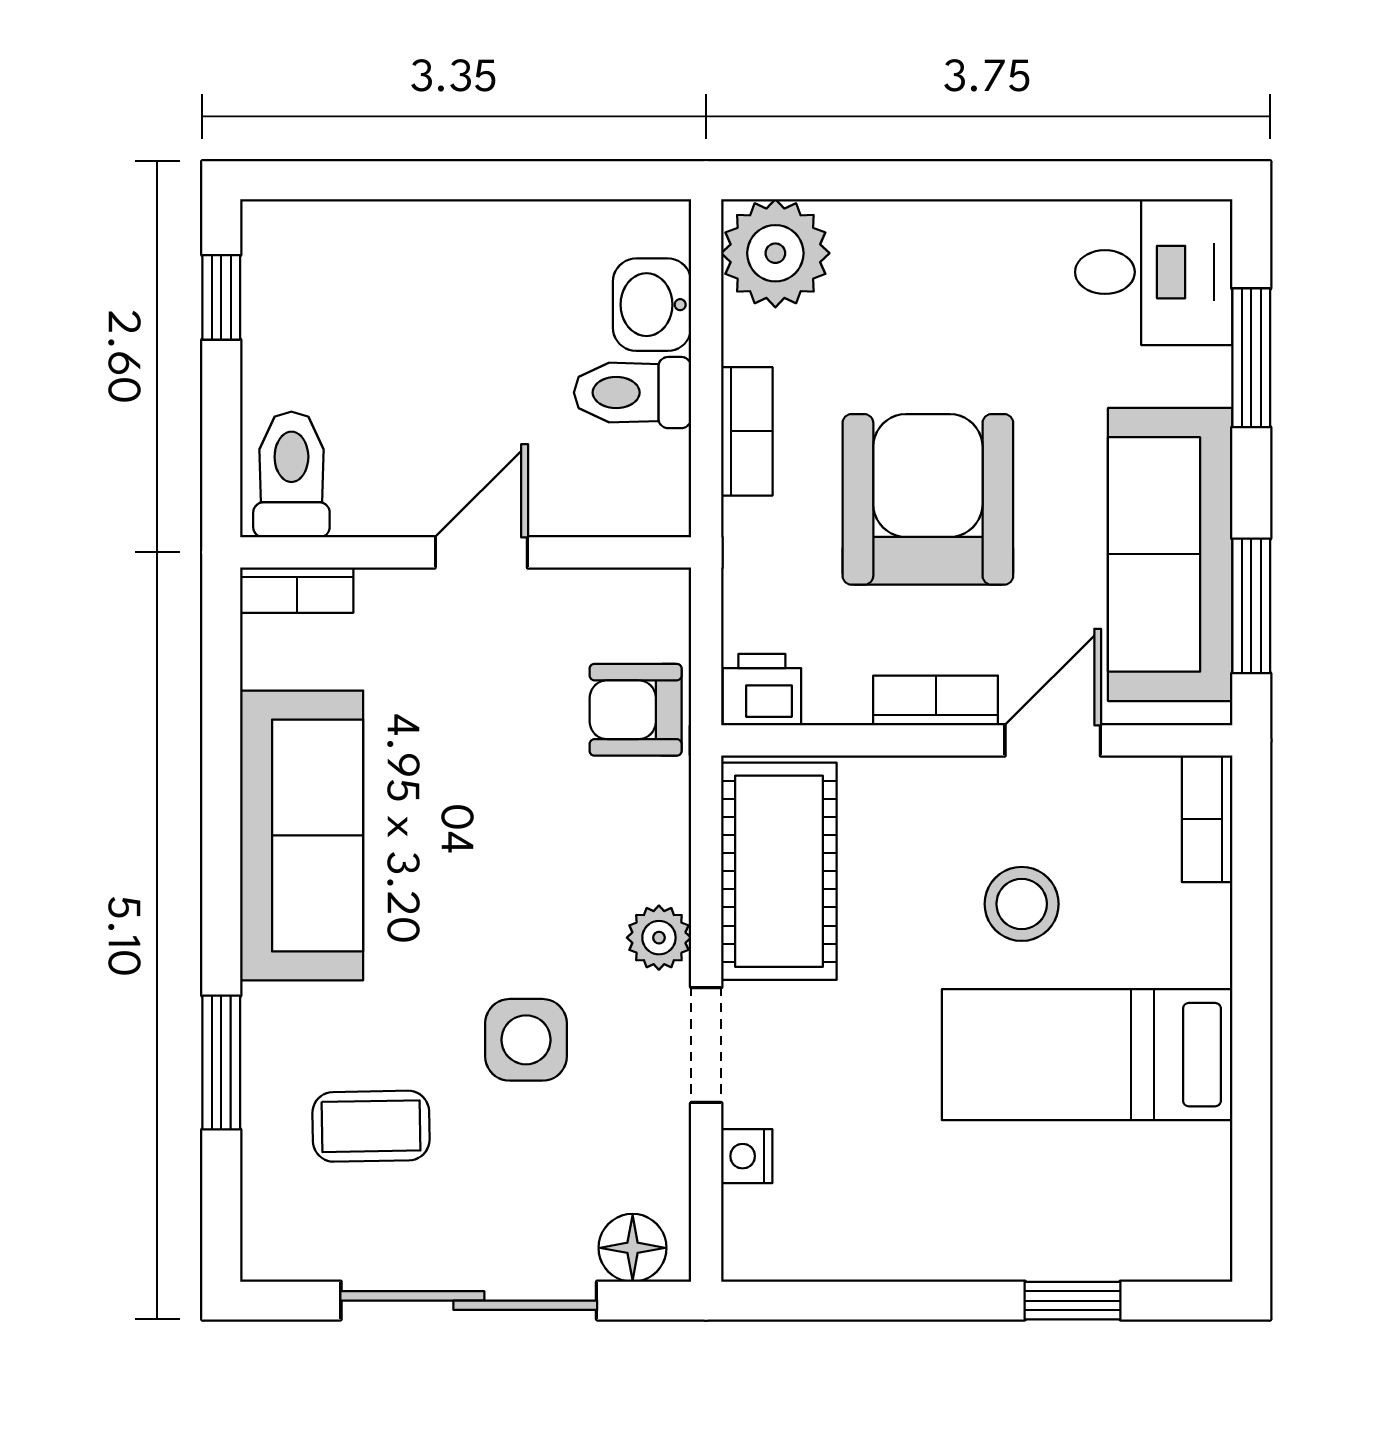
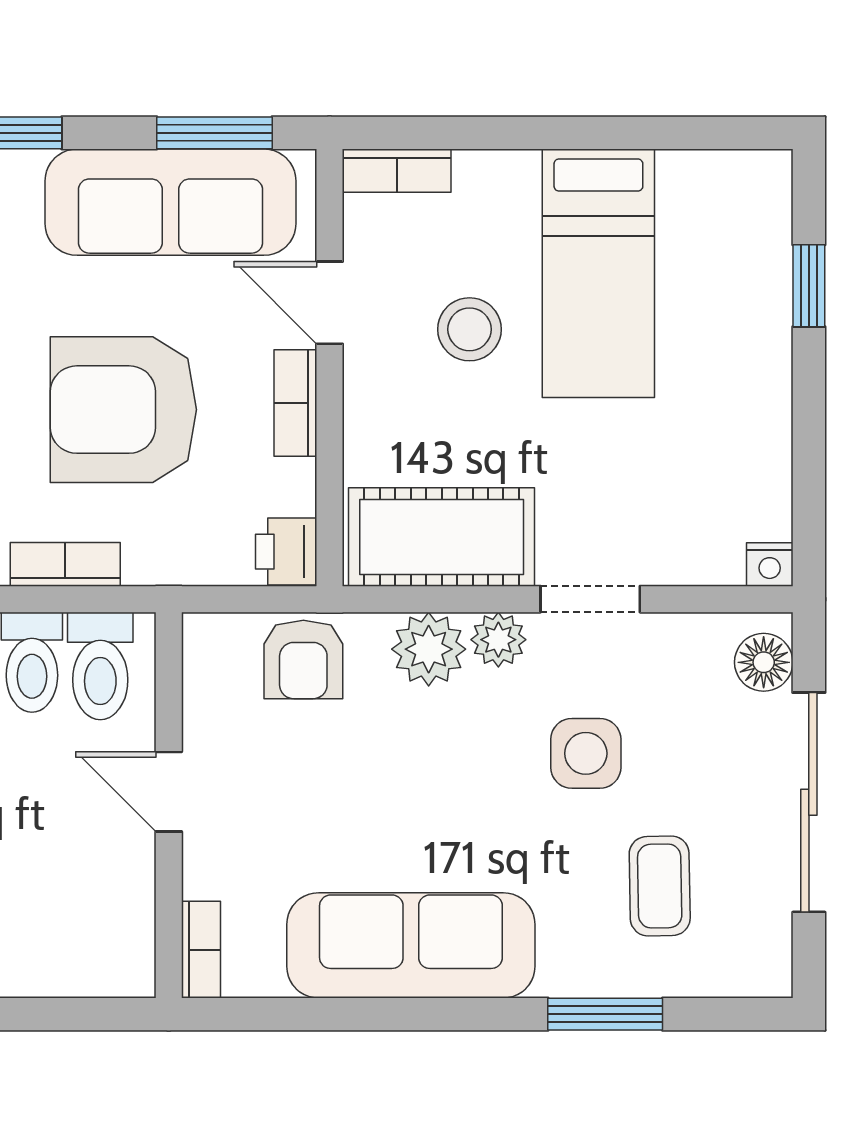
toilet: (291, 474) -> (100, 666), moved, turned -90
plant: (648, 856) -> (429, 649), added
nightstand: (747, 1156) -> (770, 565), moved

